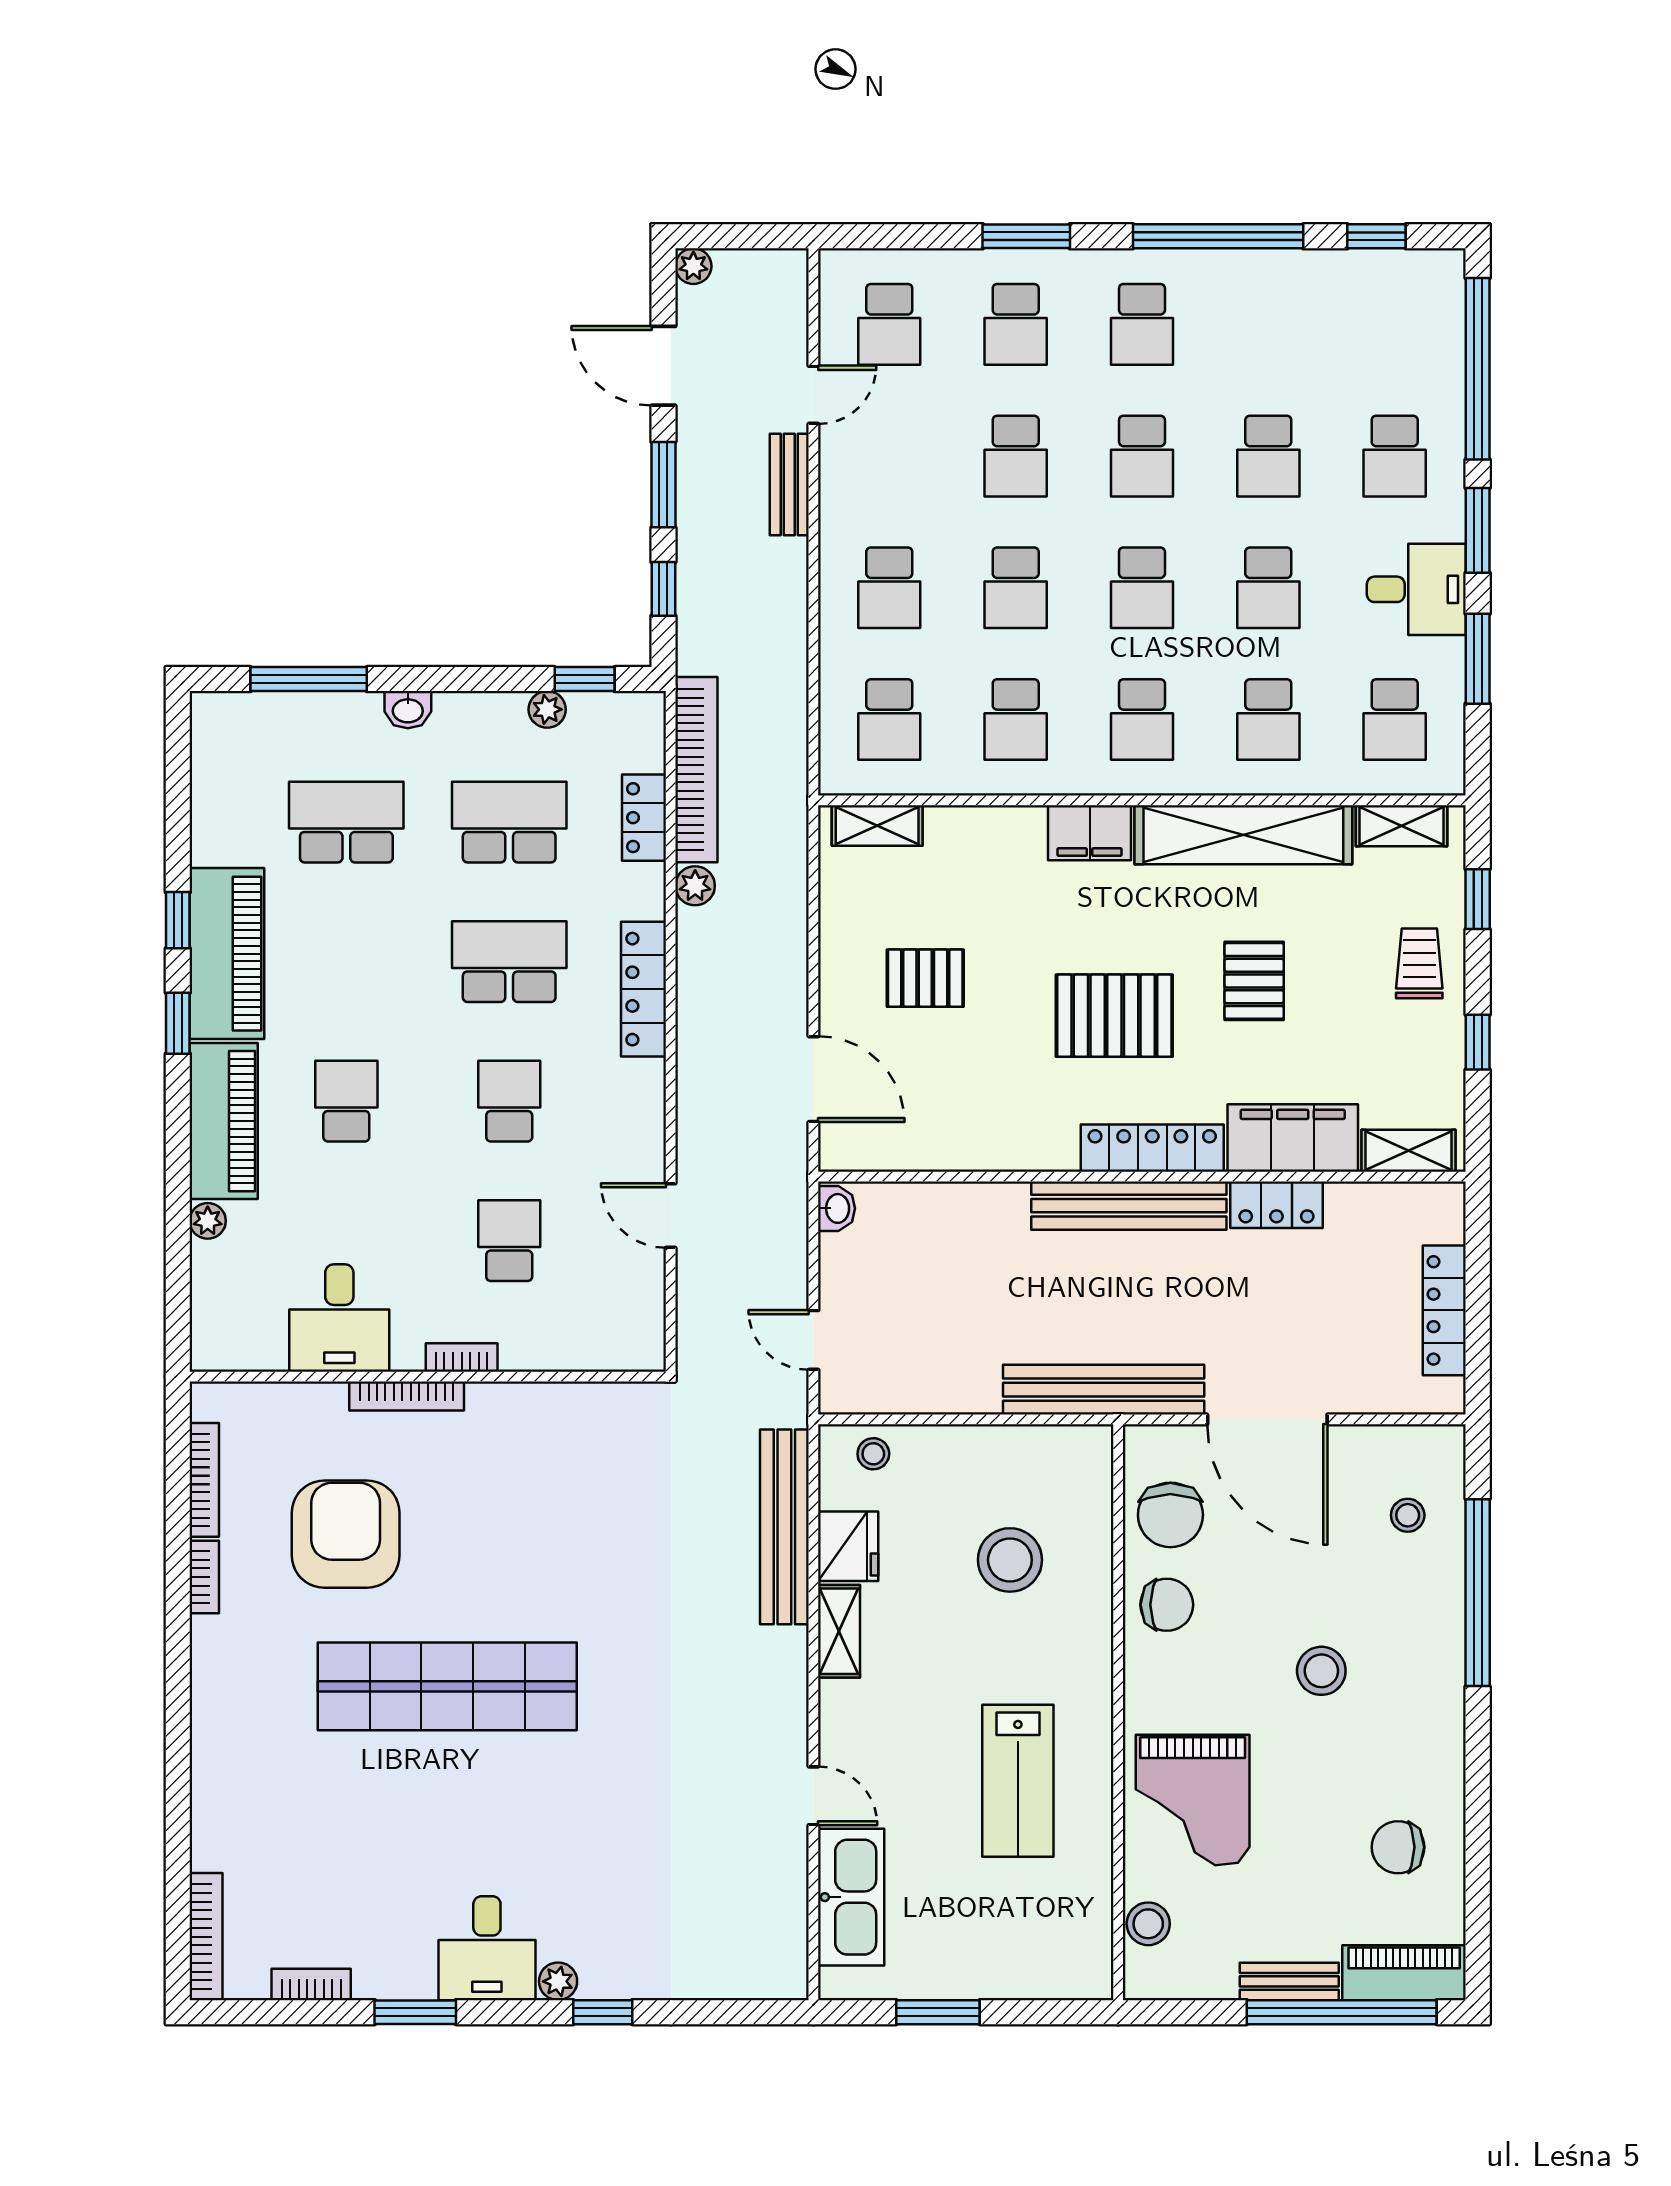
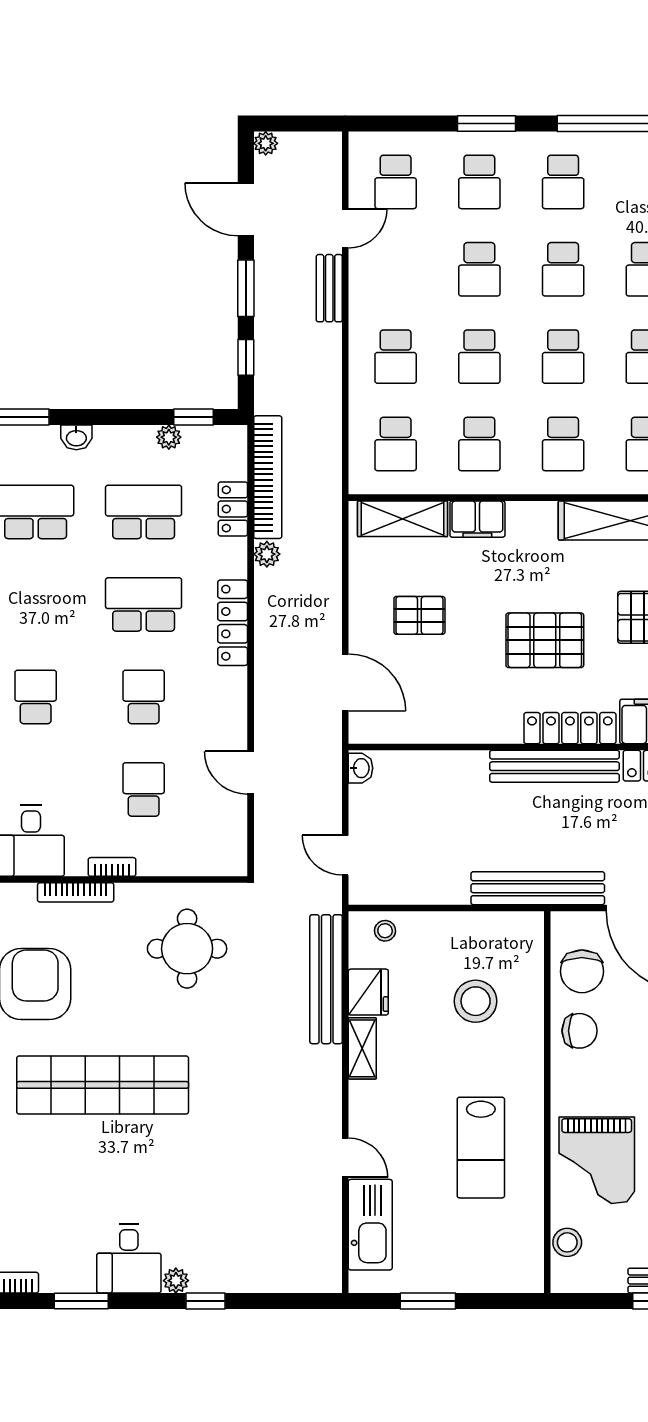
shelving: (877, 826) -> (403, 519), width x1.50, depth x1.33
filing cabinet: (1090, 833) -> (477, 519), moved
round table: (575, 1481) -> (187, 949), added

